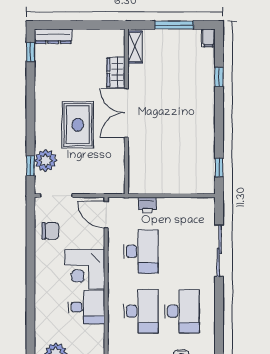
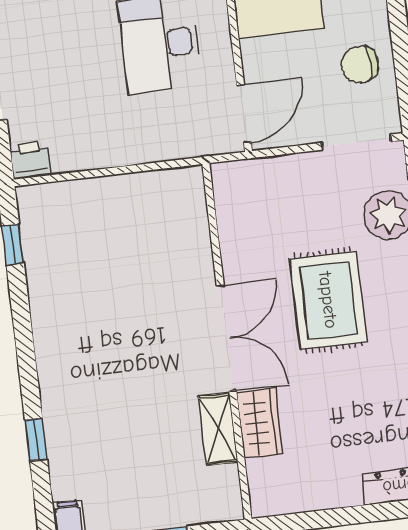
shelving: (135, 47) -> (218, 429), moved
printer: (147, 205) -> (30, 160), moved
door: (106, 215) -> (244, 114), hinge flipped

